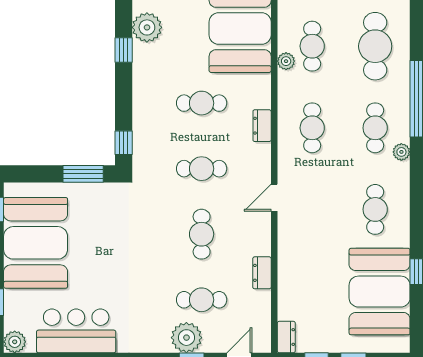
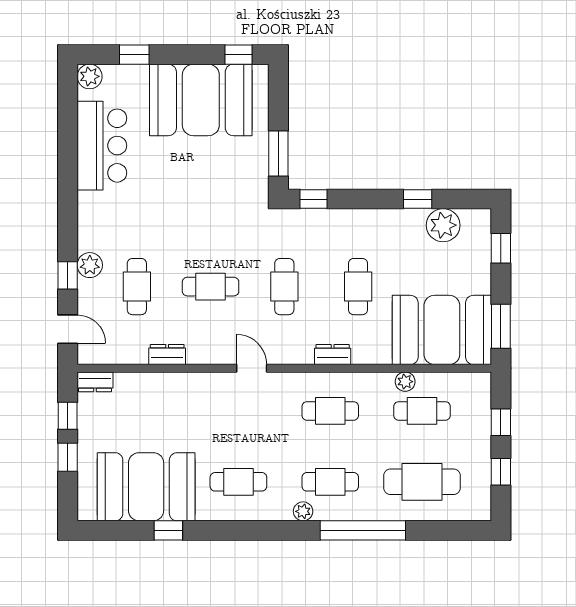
plant: (186, 338) -> (90, 265), width x0.73, depth x0.73

